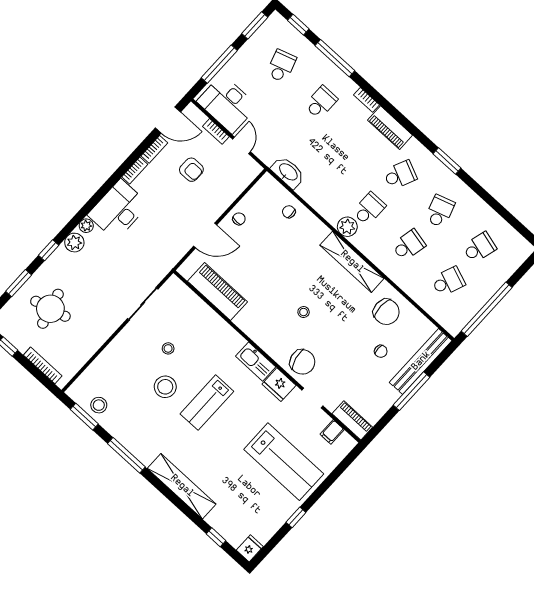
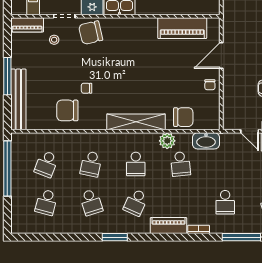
school desk: (329, 173) -> (180, 164), added
chair: (289, 212) -> (183, 117), width x1.87, depth x1.87
plant: (347, 227) -> (167, 141), moved
shelving: (352, 262) -> (136, 122), moved
stool: (304, 312) -> (54, 40), moved
chair: (381, 351) -> (86, 88), moved

